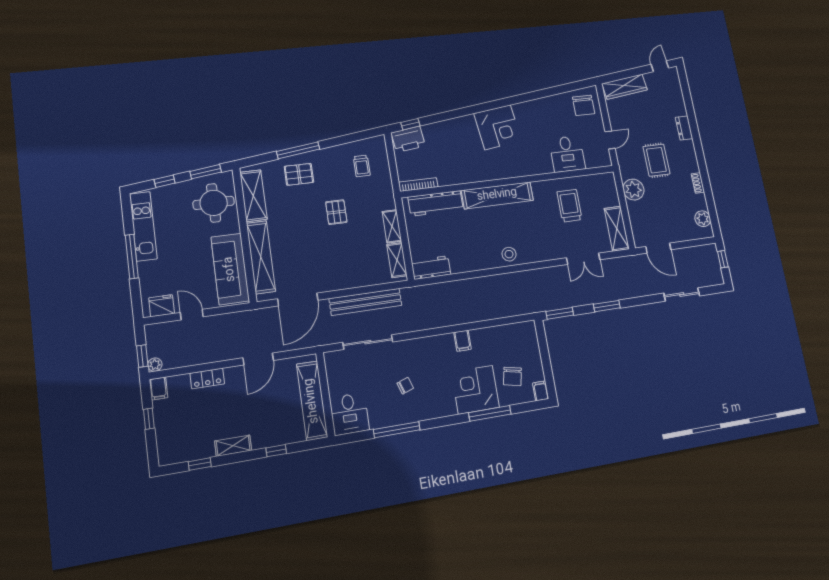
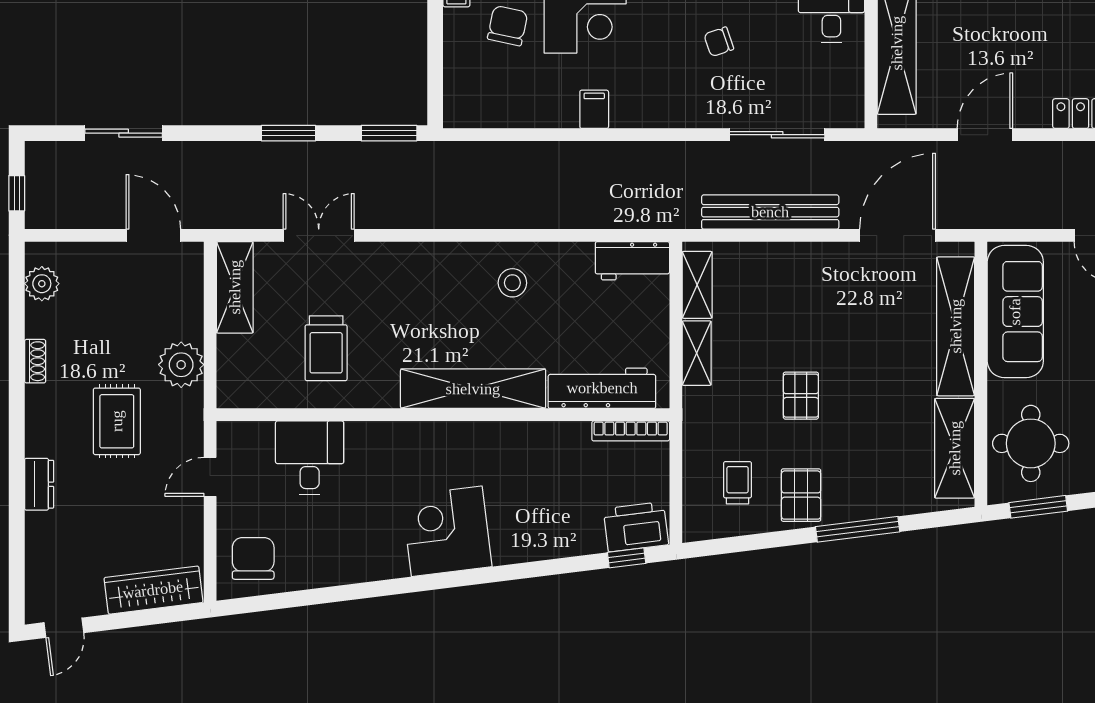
pallet: (299, 174) -> (801, 495), moved, turned 90
stool: (509, 254) -> (512, 283), moved

